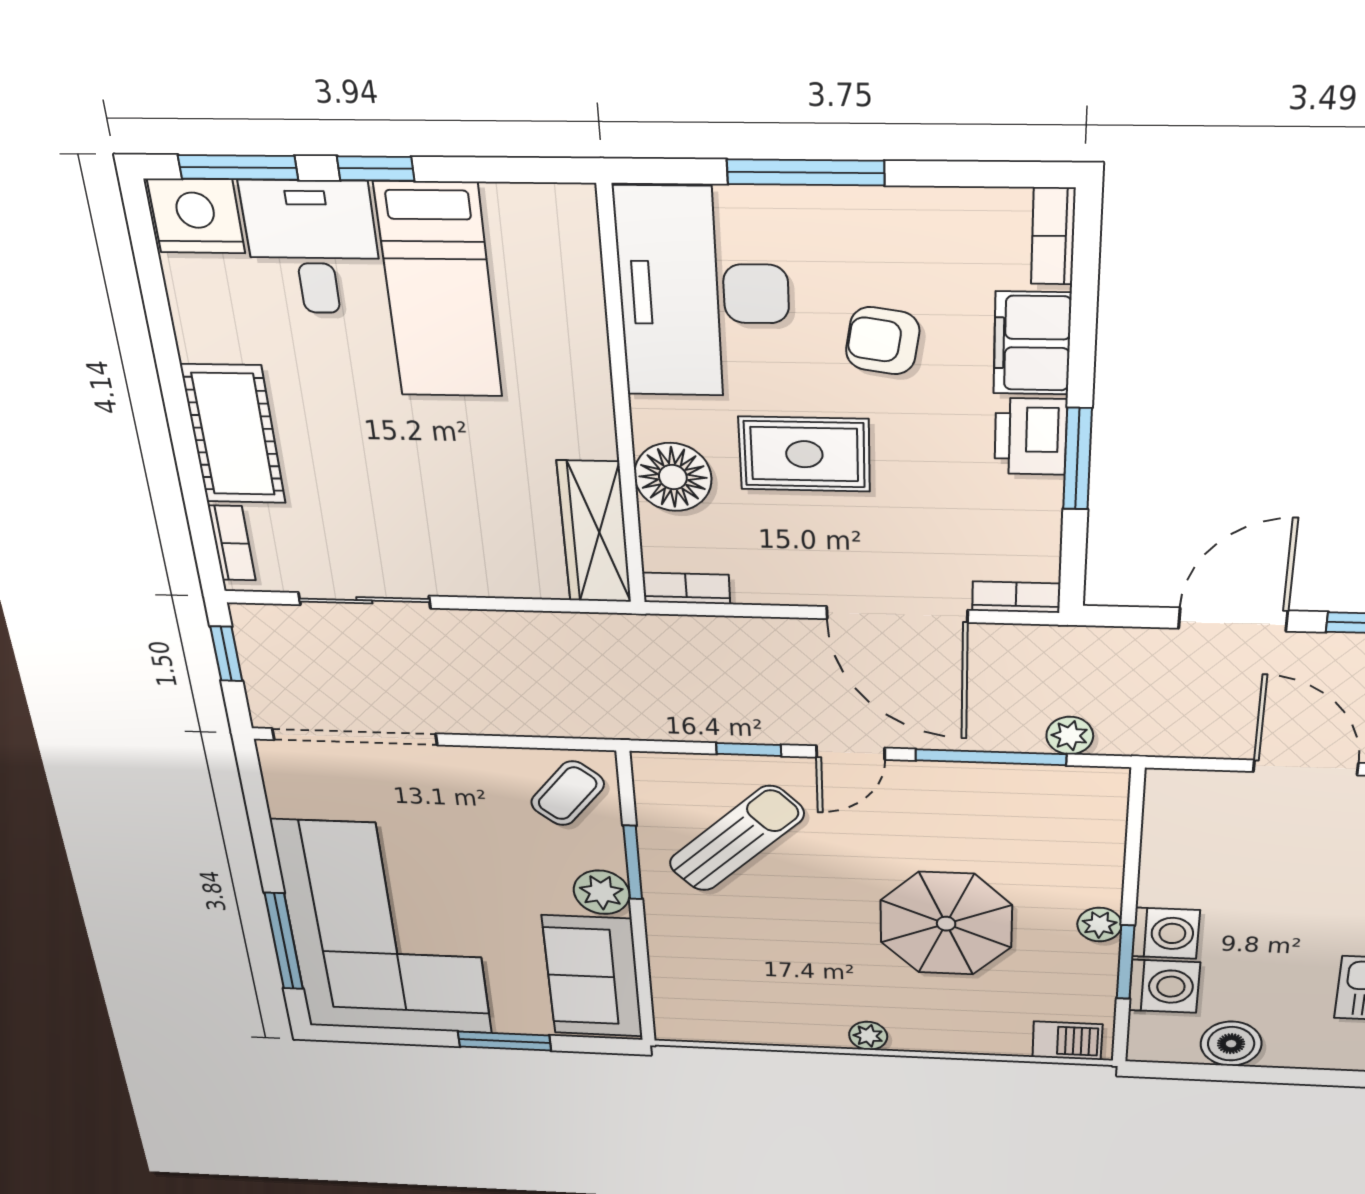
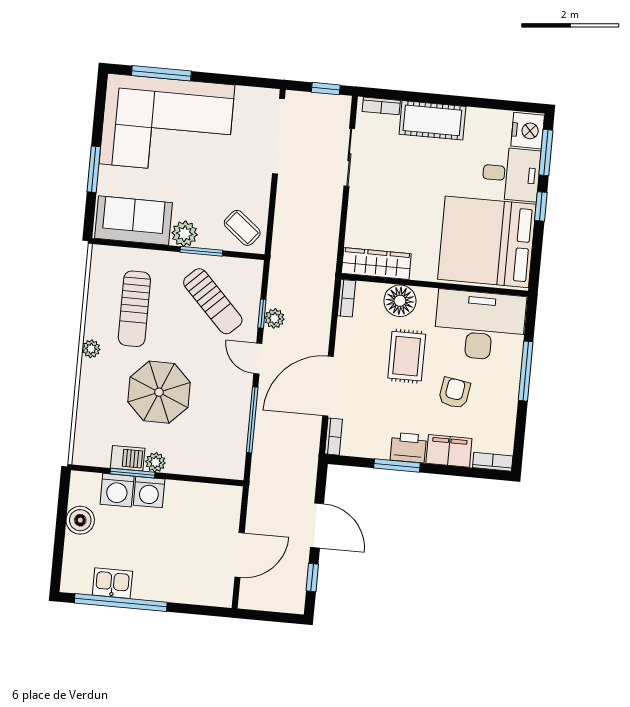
bed: (439, 291) -> (487, 242), width x2.04
plant: (1070, 736) -> (274, 318), moved
sun lounger: (774, 970) -> (134, 309), added
barbecue: (1067, 1041) -> (128, 458), moved, turned -90

